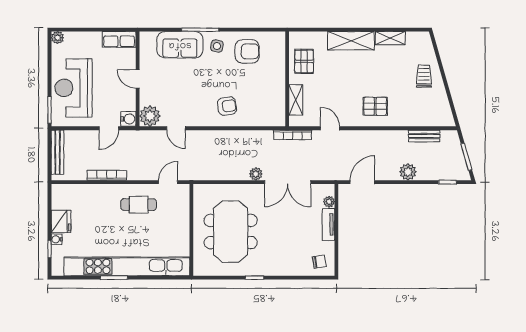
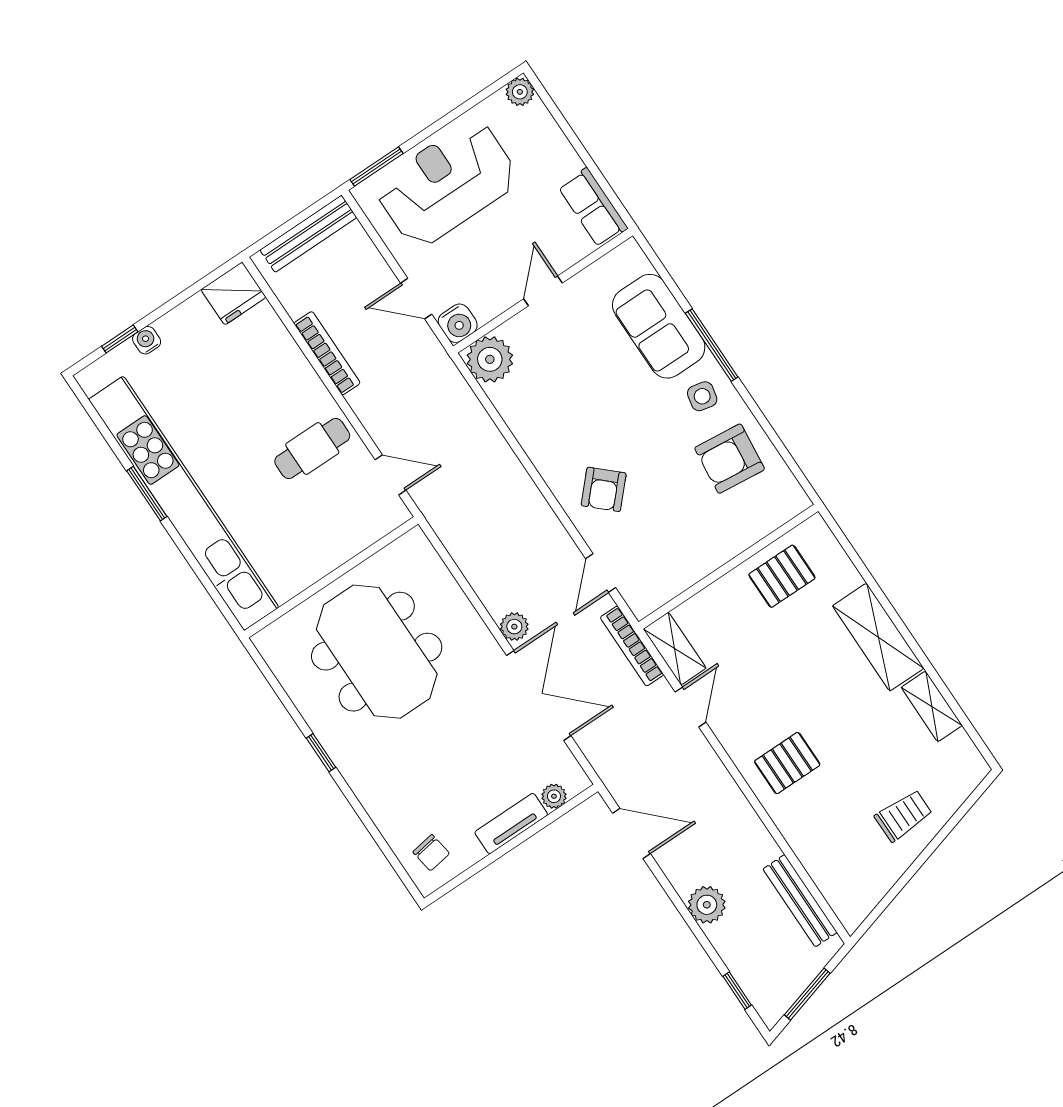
armchair: (247, 51) -> (730, 459), turned 96
shelving: (296, 100) -> (675, 649), moved, turned 90
armchair: (227, 106) -> (604, 489), turned 52
pallet: (375, 106) -> (787, 763), turned 90
door: (176, 128) -> (601, 573), moved
bench: (424, 136) -> (800, 901), width x1.36
double door: (288, 182) -> (539, 696), swing flipped
cafe table: (139, 205) -> (312, 449), turned 90
fridge: (61, 221) -> (234, 293), moved
meeting table: (231, 232) -> (377, 652), turned 90

